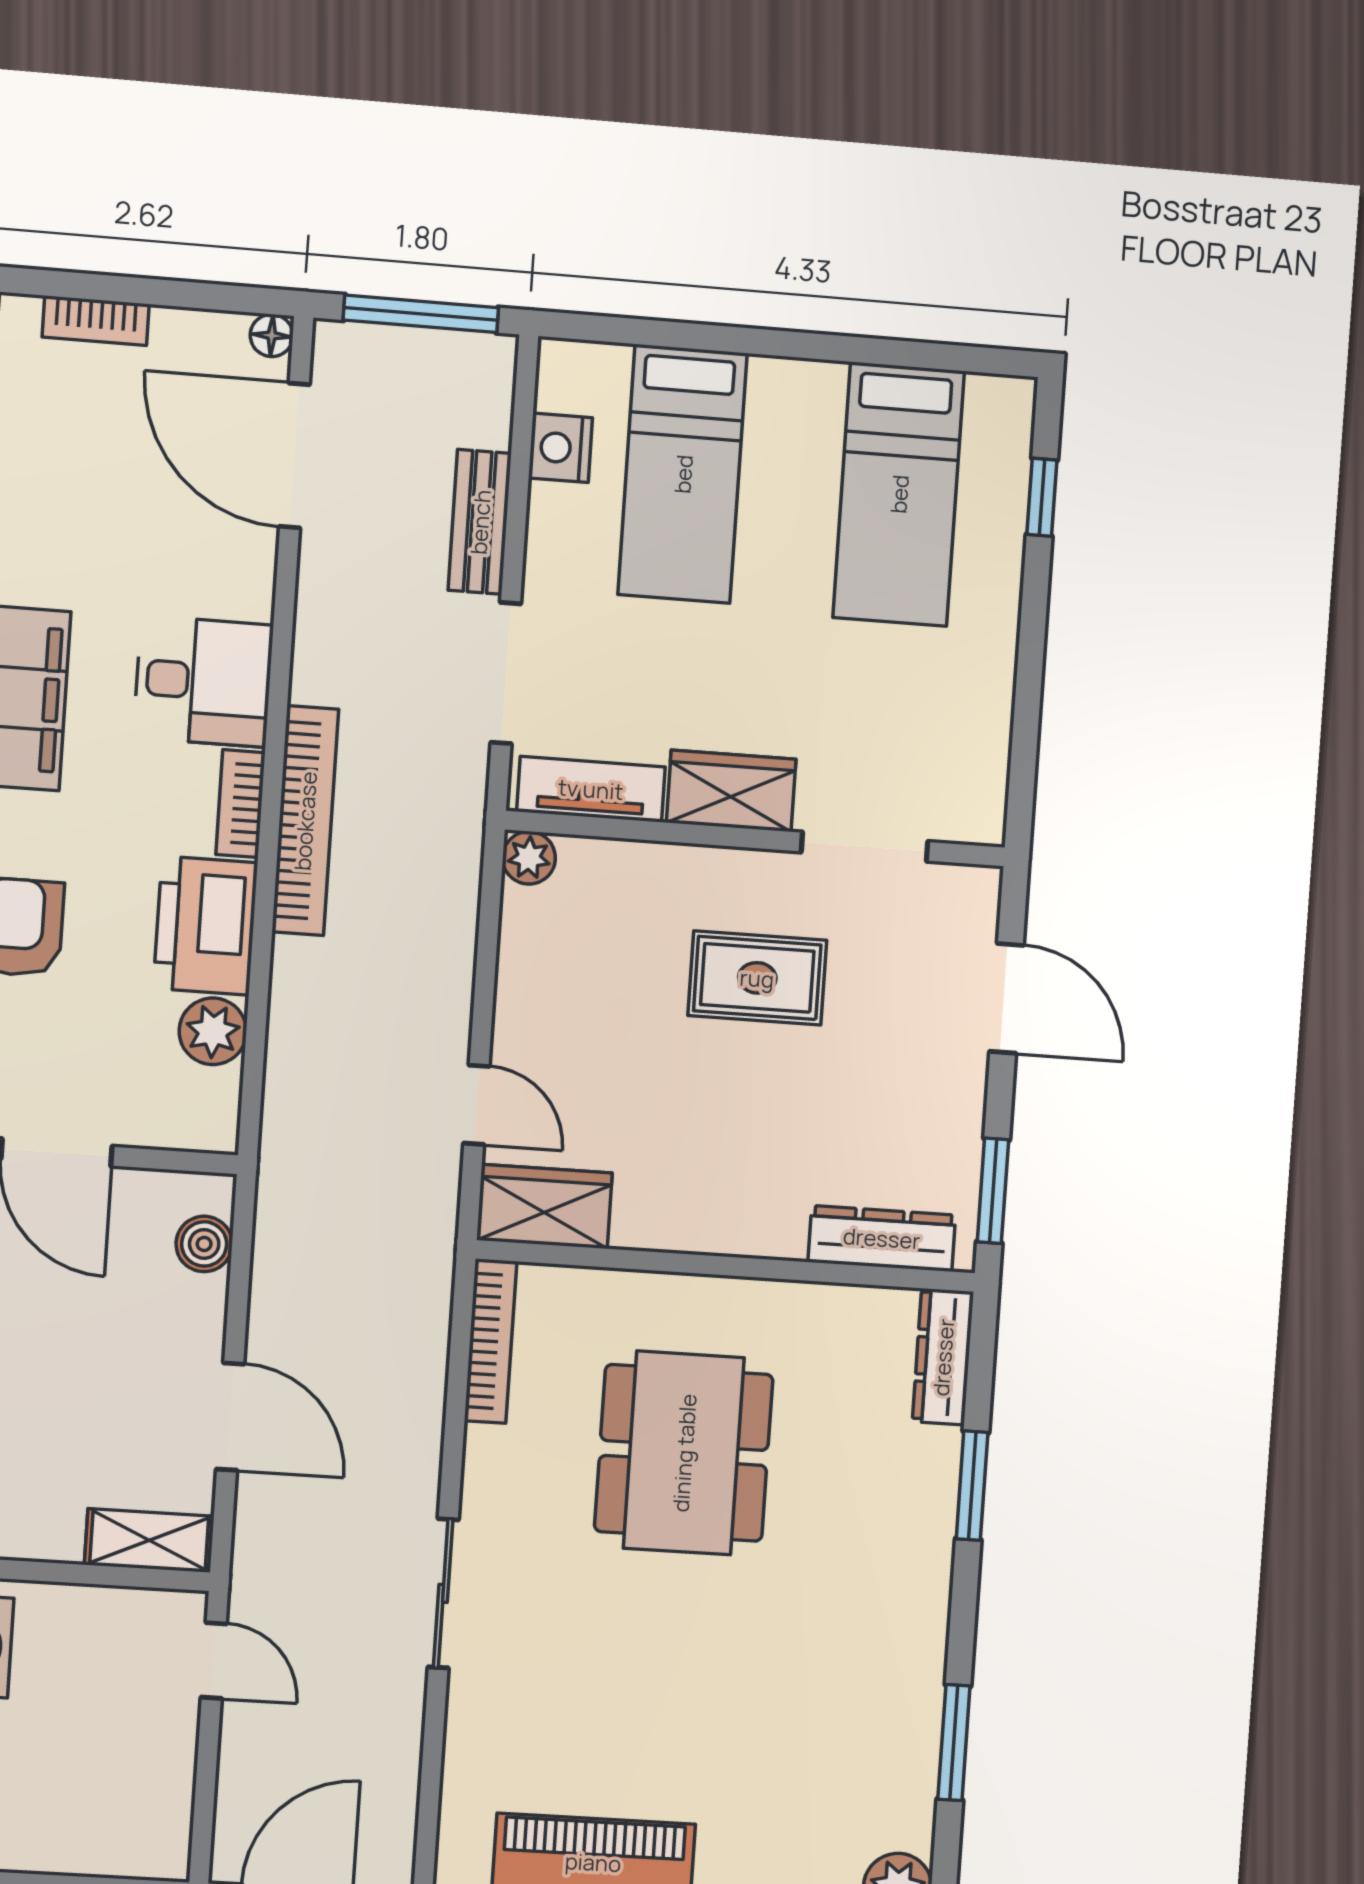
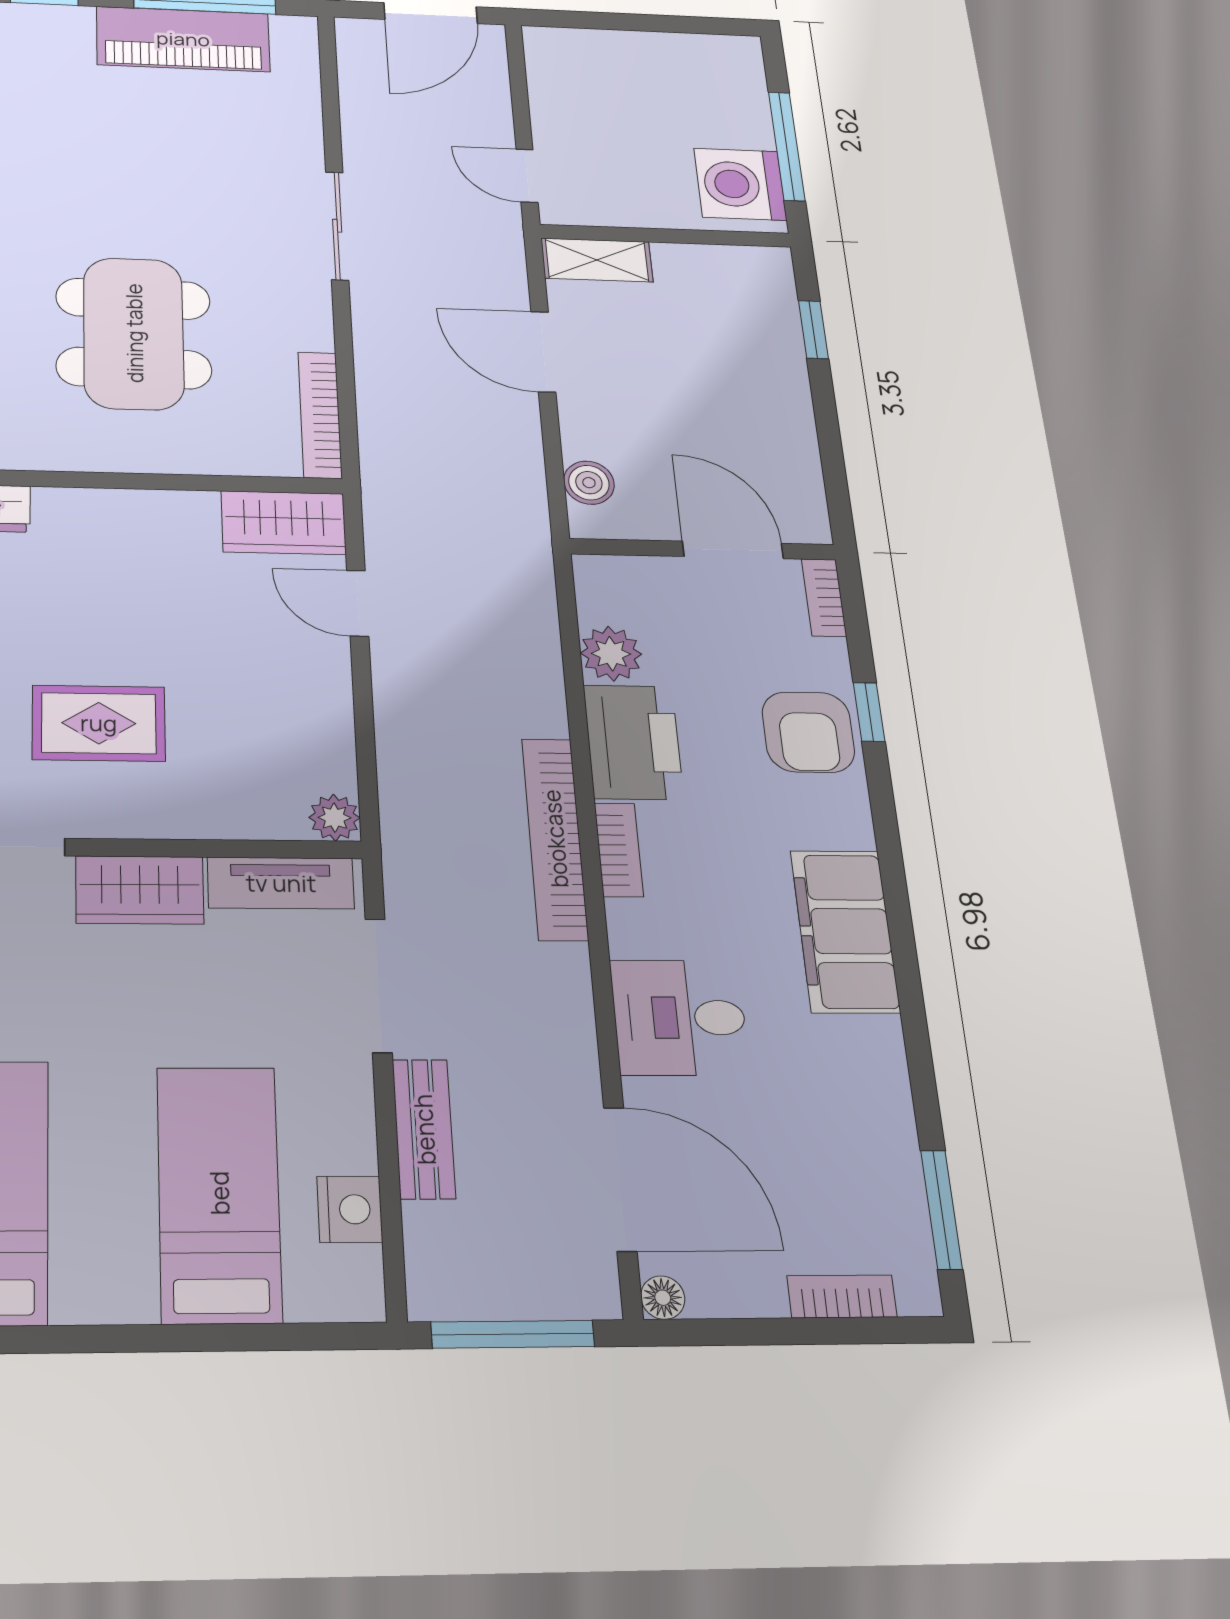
desk: (203, 681) -> (679, 1018), moved

